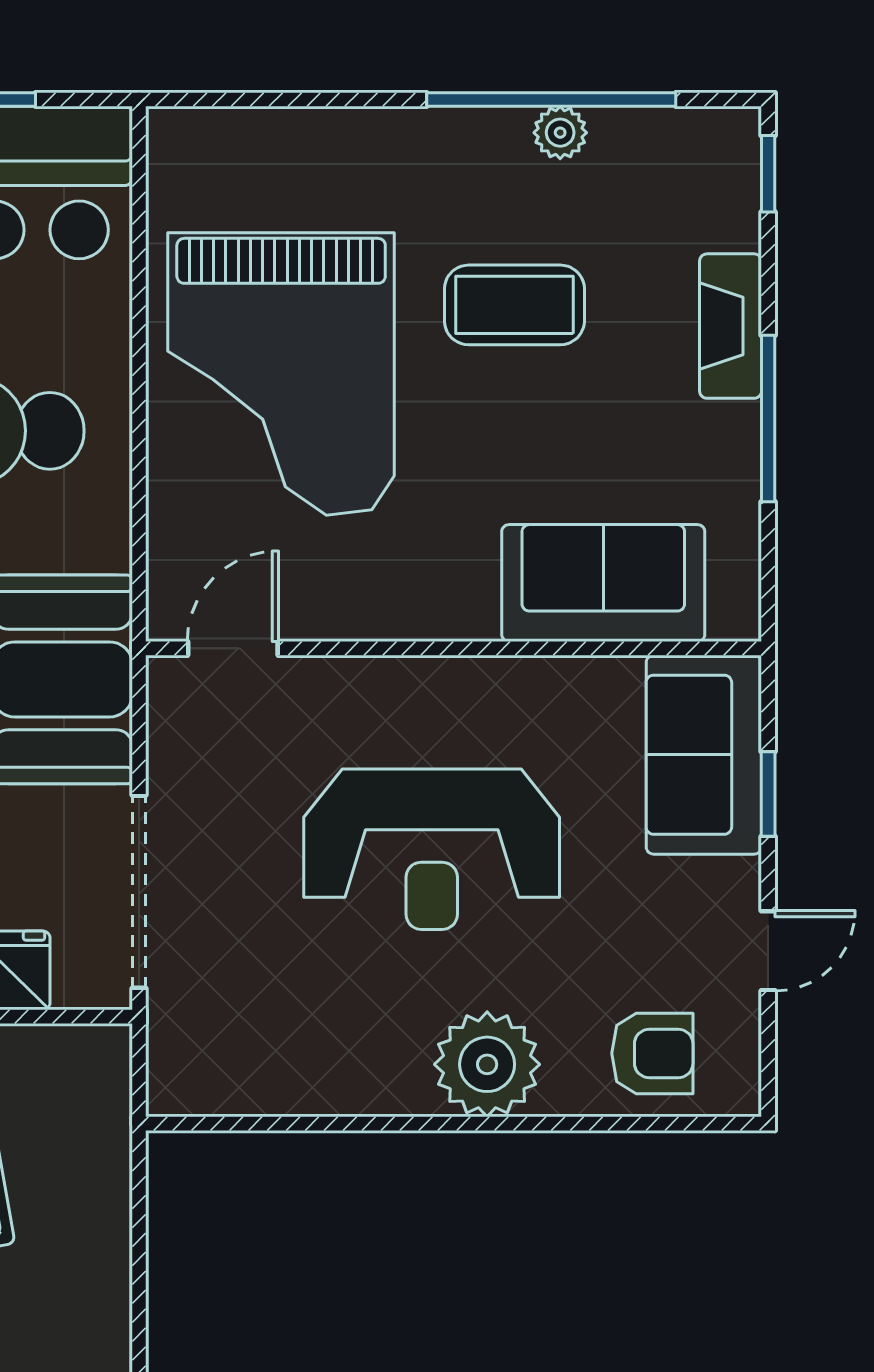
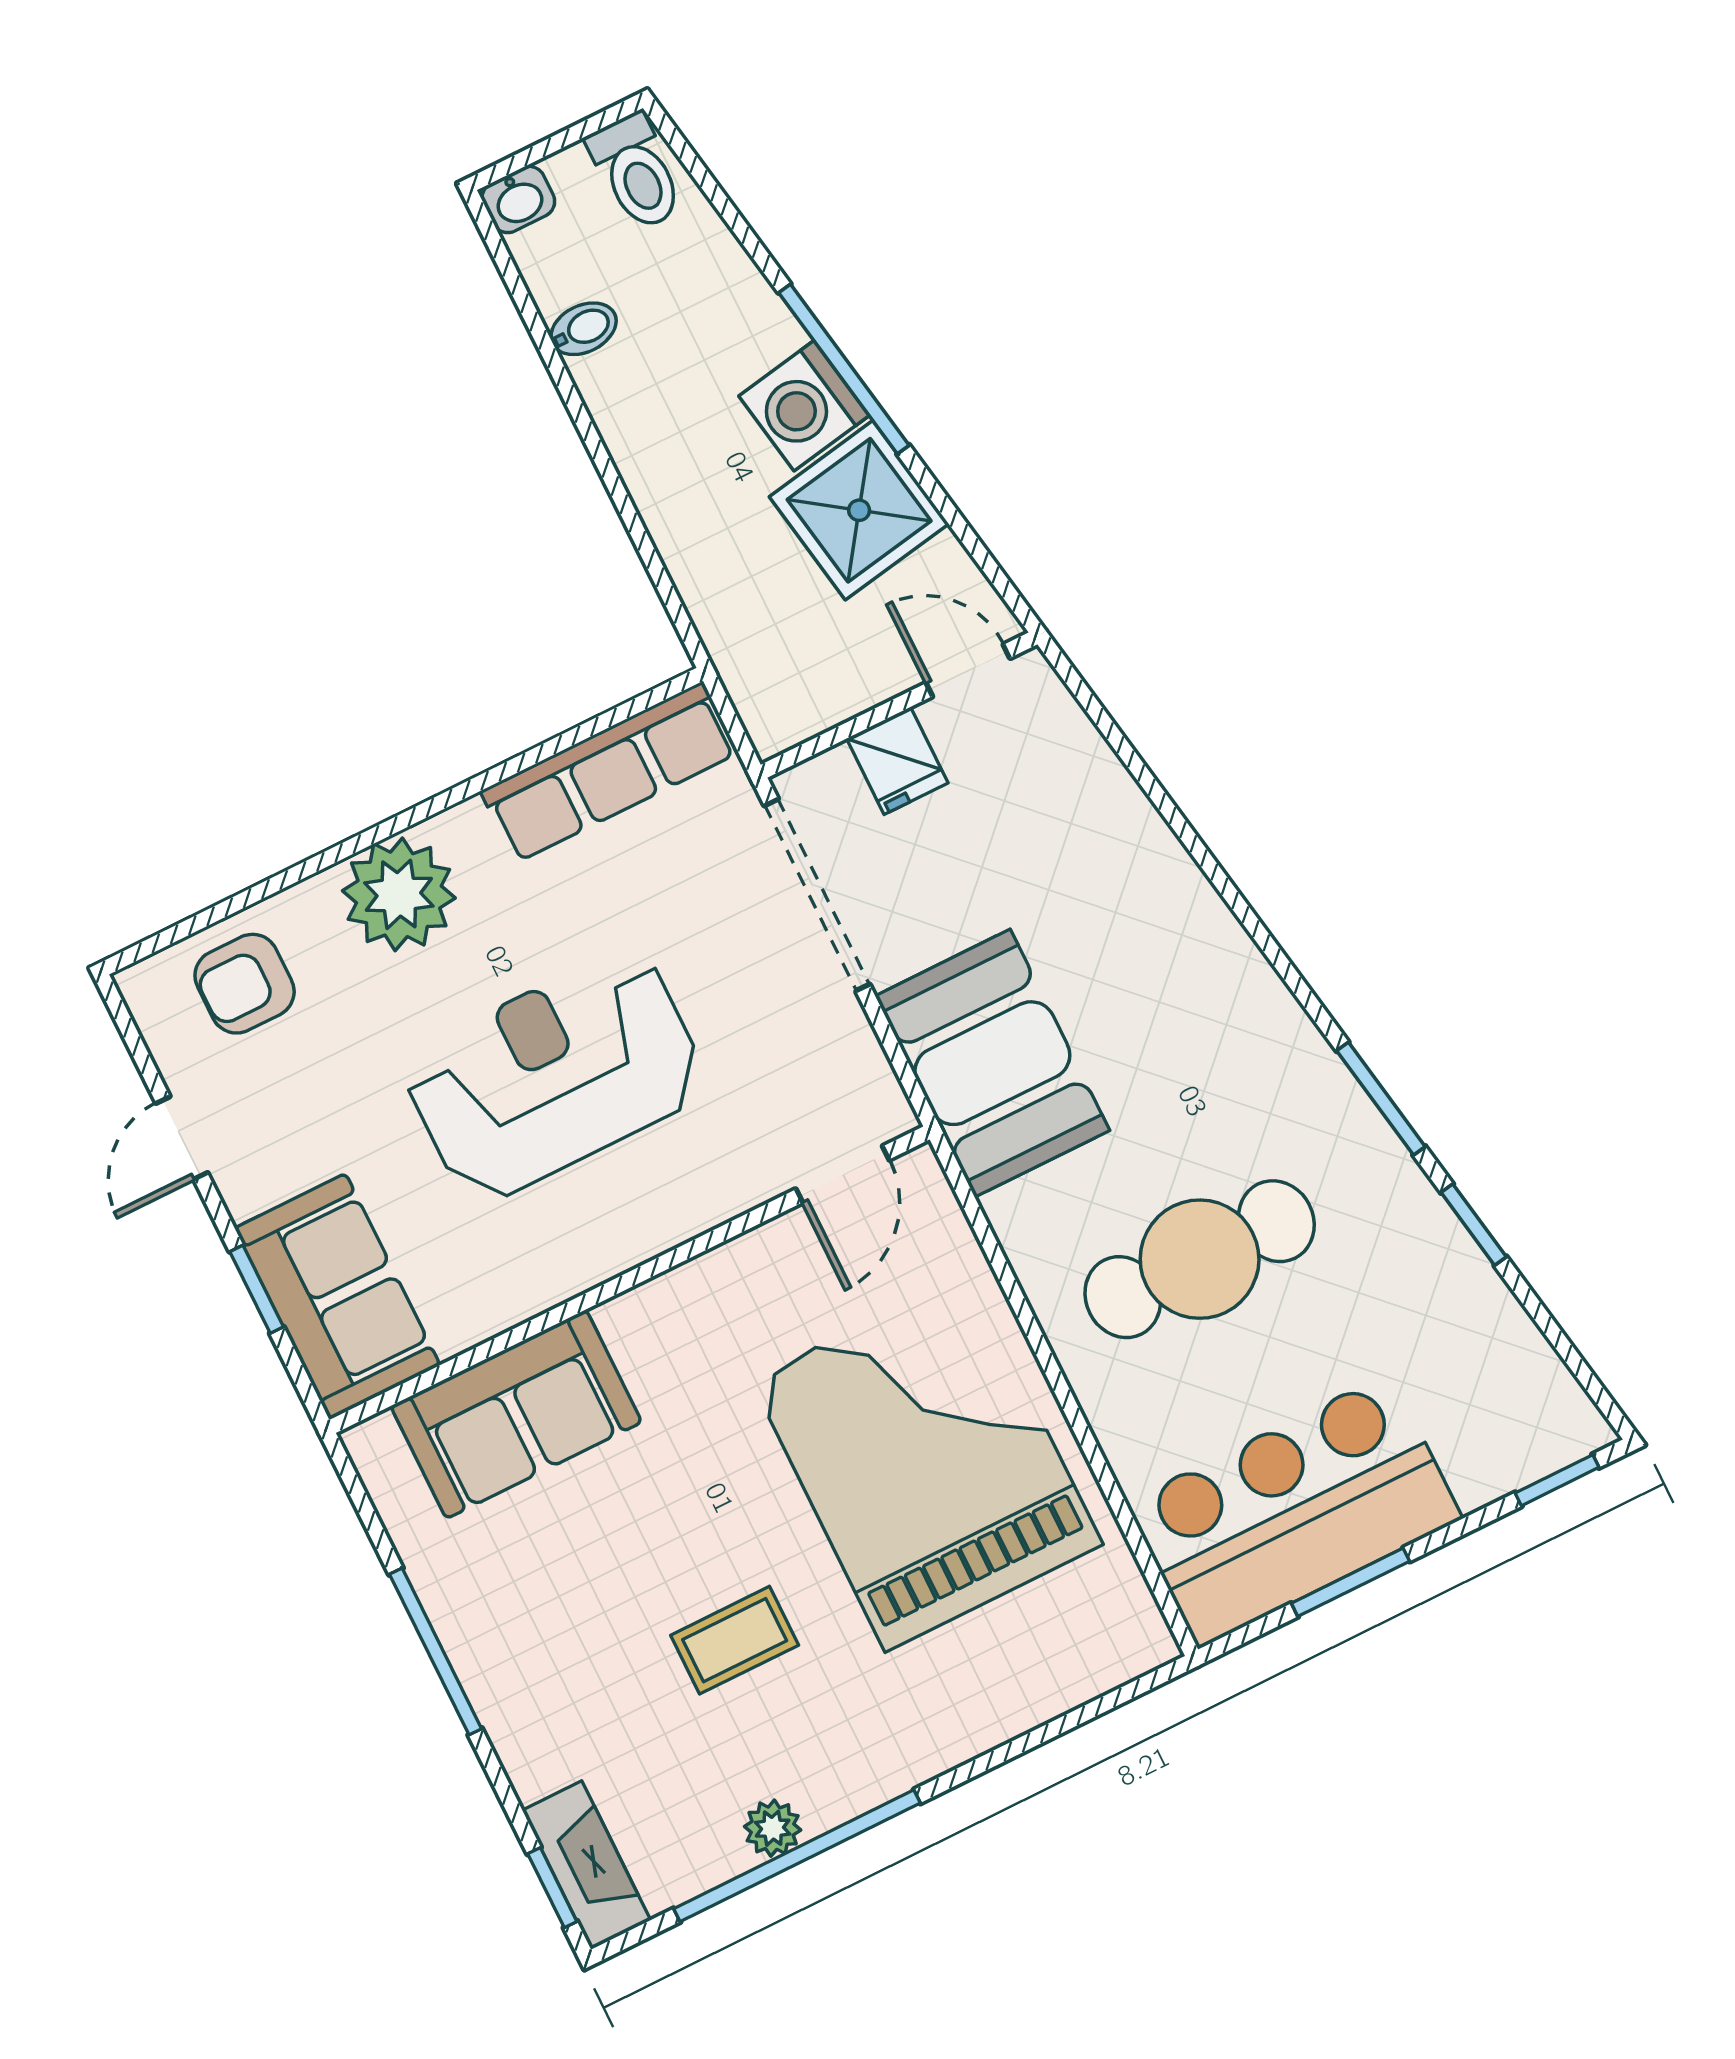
coffee table: (514, 305) -> (735, 1640), width x0.73, depth x0.77
fireplace: (731, 326) -> (586, 1865), moved
row of seats: (261, 1080) -> (609, 772), added

